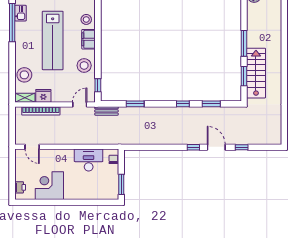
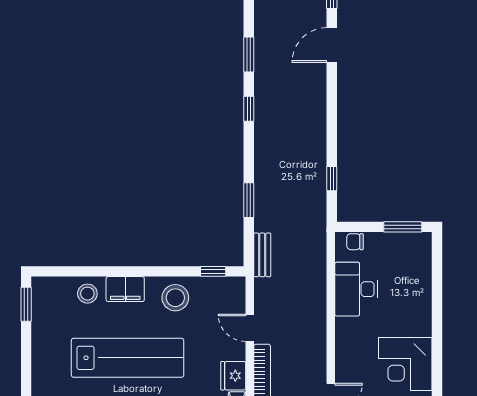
door: (80, 104) -> (250, 328), moved
window: (193, 147) -> (332, 179), moved

